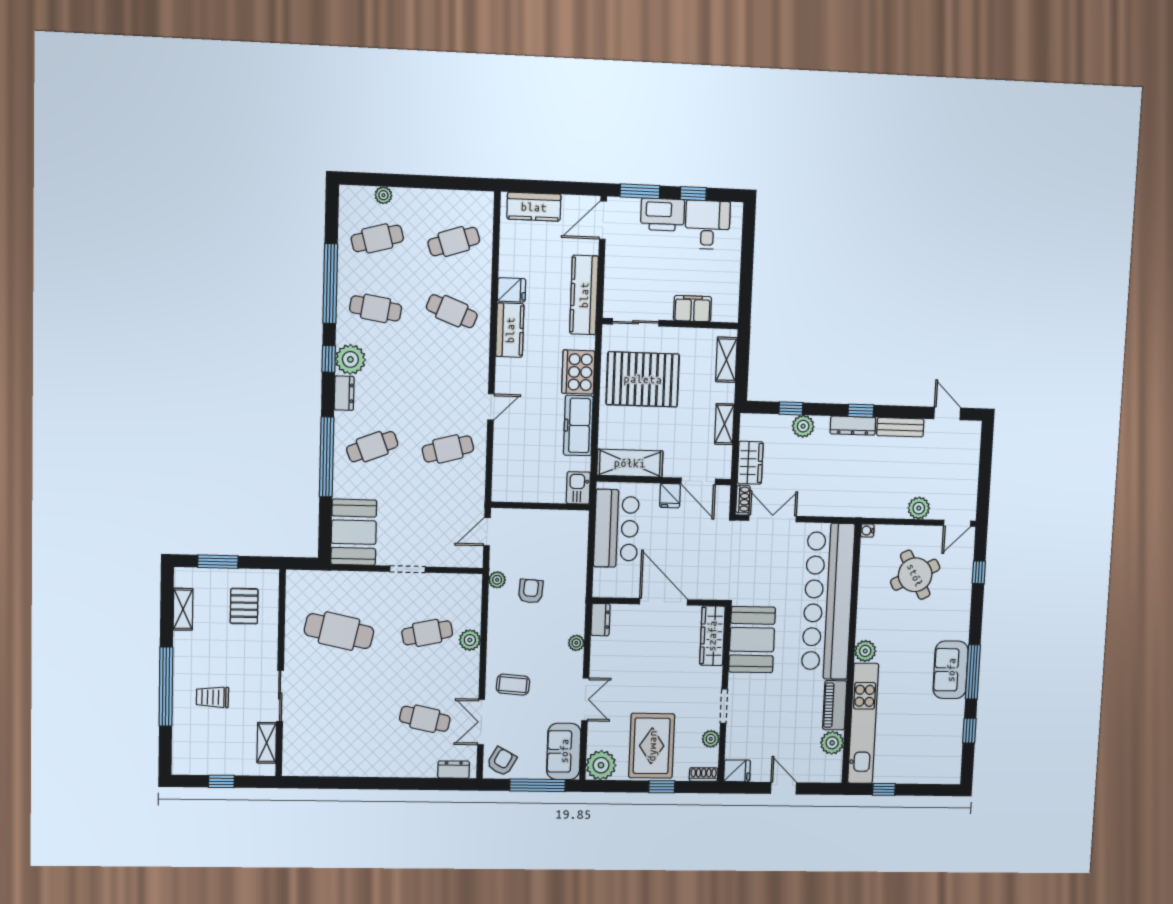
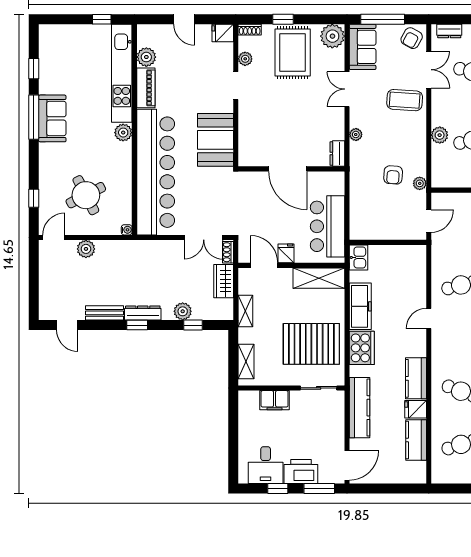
kitchen counter: (534, 207) -> (416, 440), moved, turned -90
wardrobe: (712, 636) -> (247, 142), removed
coffee table: (513, 685) -> (405, 100), width x1.36, depth x1.30

